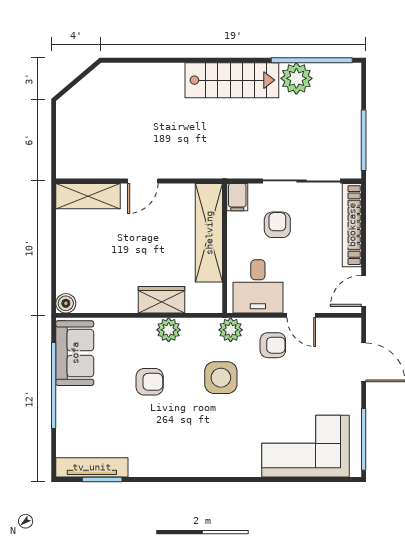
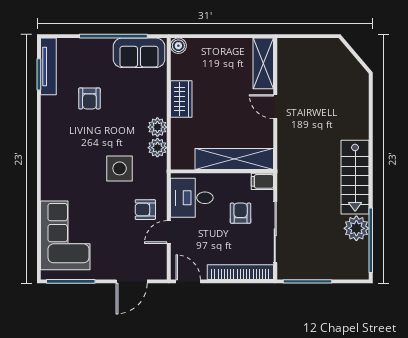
armchair: (277, 225) -> (241, 213), turned -90
wardrobe: (162, 300) -> (181, 99), moved
plant: (231, 330) -> (157, 148), moved
armchair: (273, 345) -> (145, 210), turned 90
armchair: (150, 382) -> (89, 98), moved

